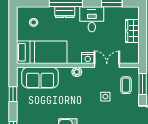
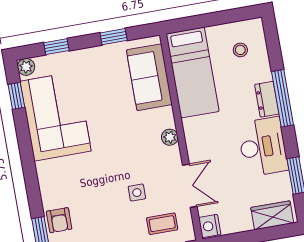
desk: (92, 19) -> (263, 147), width x1.37
wardrobe: (132, 31) -> (272, 215), moved
nightstand: (88, 58) -> (210, 226), moved

